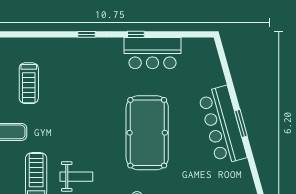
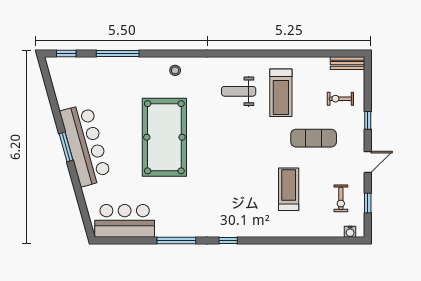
window: (136, 34) -> (176, 241), width x2.17
bar counter: (153, 53) -> (125, 221), moved

